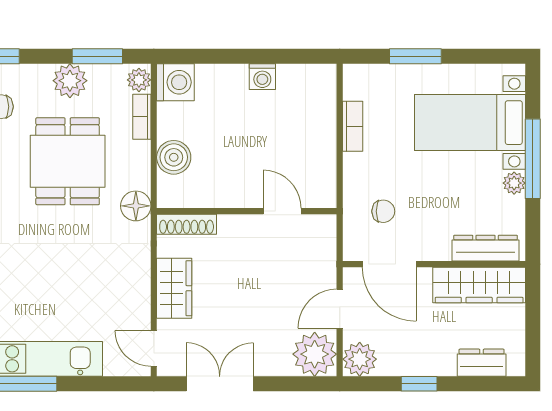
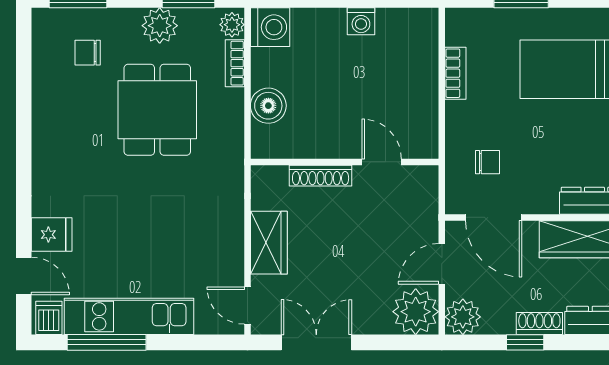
floor lamp: (136, 206) -> (229, 156), removed
shoe rack: (187, 224) -> (321, 176), moved
shoe rack: (433, 366) -> (539, 323), added

